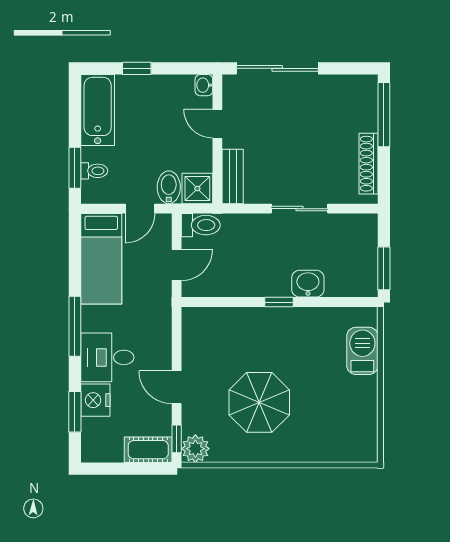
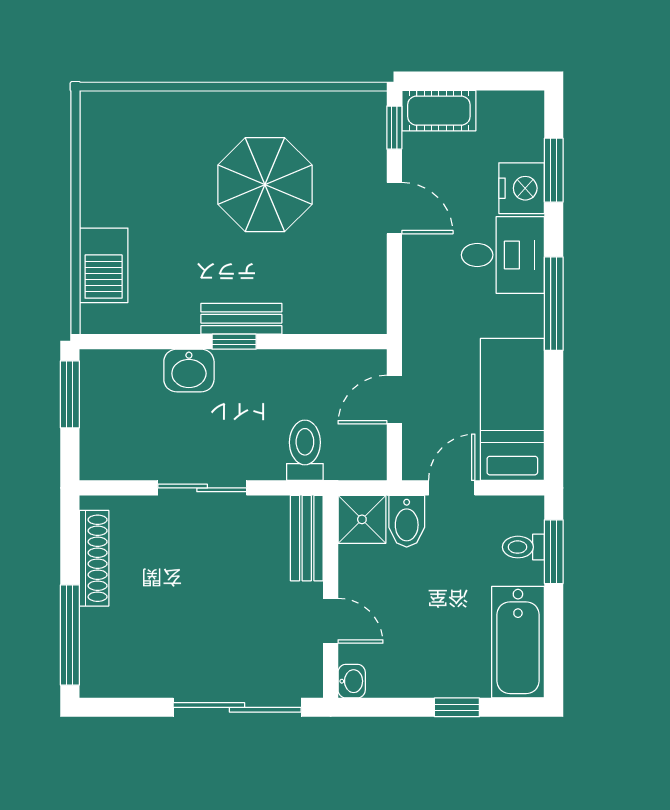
toilet: (201, 225) -> (305, 450), moved, turned 90
bench: (274, 317) -> (241, 319), added
plant: (195, 449) -> (365, 112), removed

